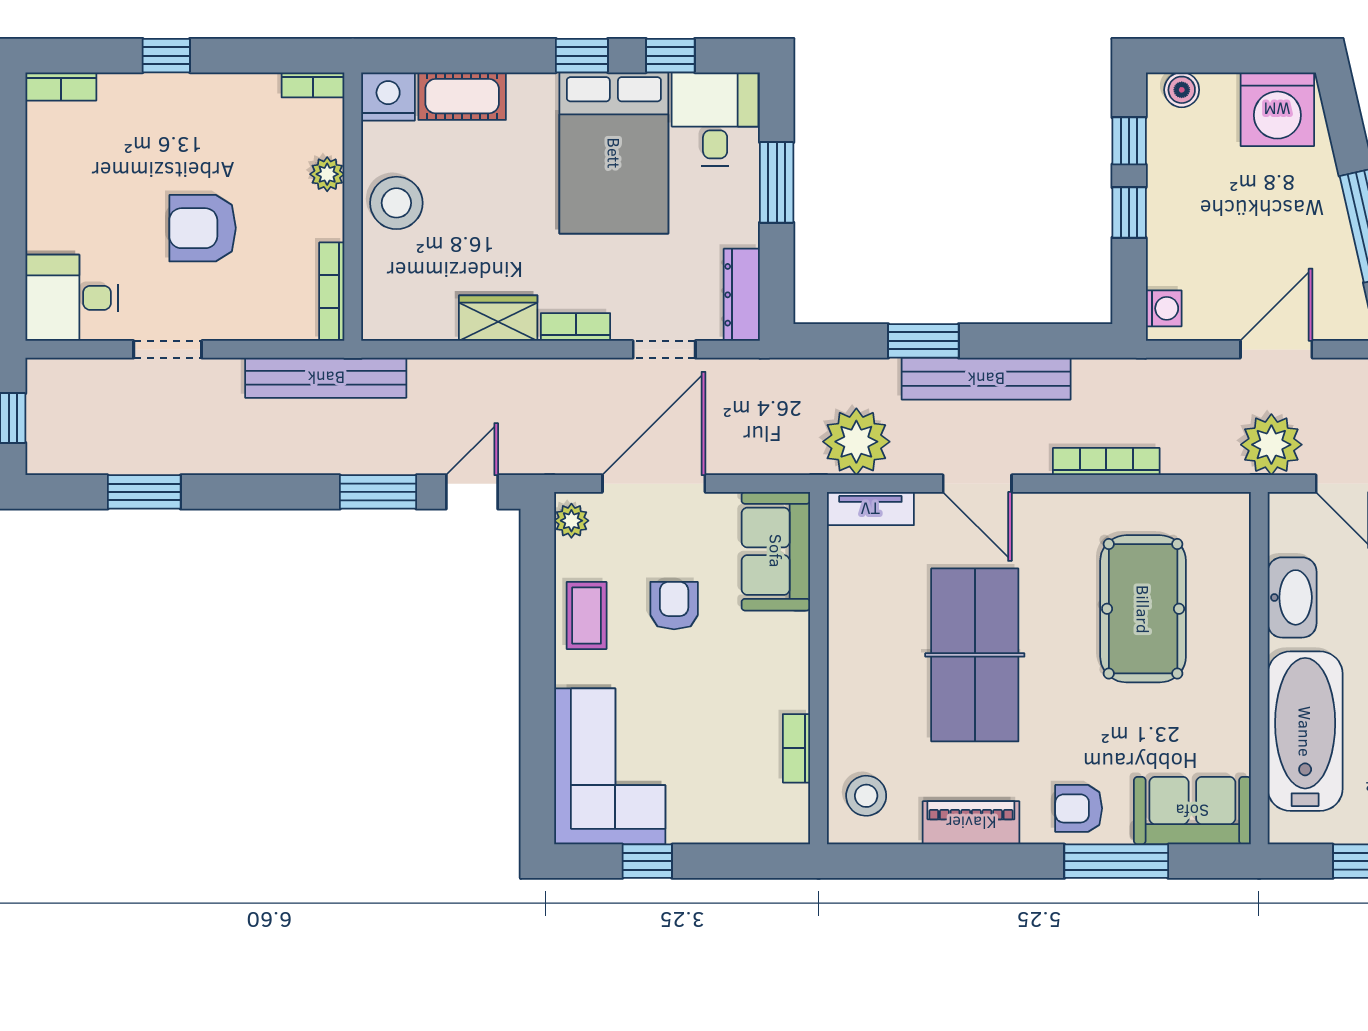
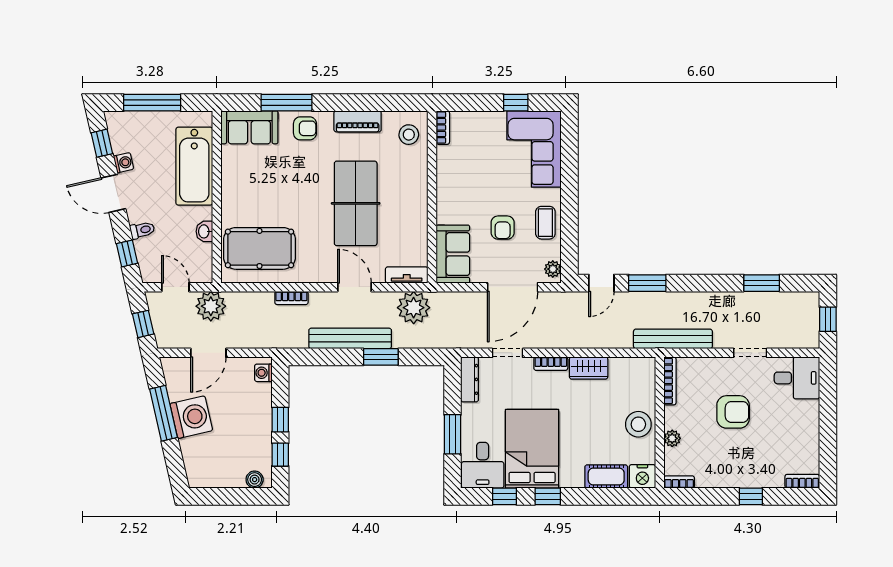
washing machine: (1277, 109) -> (191, 417), moved, turned 77
bookcase: (1106, 462) -> (291, 298), width x0.64
washbasin: (1292, 597) -> (204, 231), width x0.52, depth x0.69
pool table: (1143, 609) -> (259, 248), moved, turned 90
bookcase: (796, 748) -> (443, 128), moved

